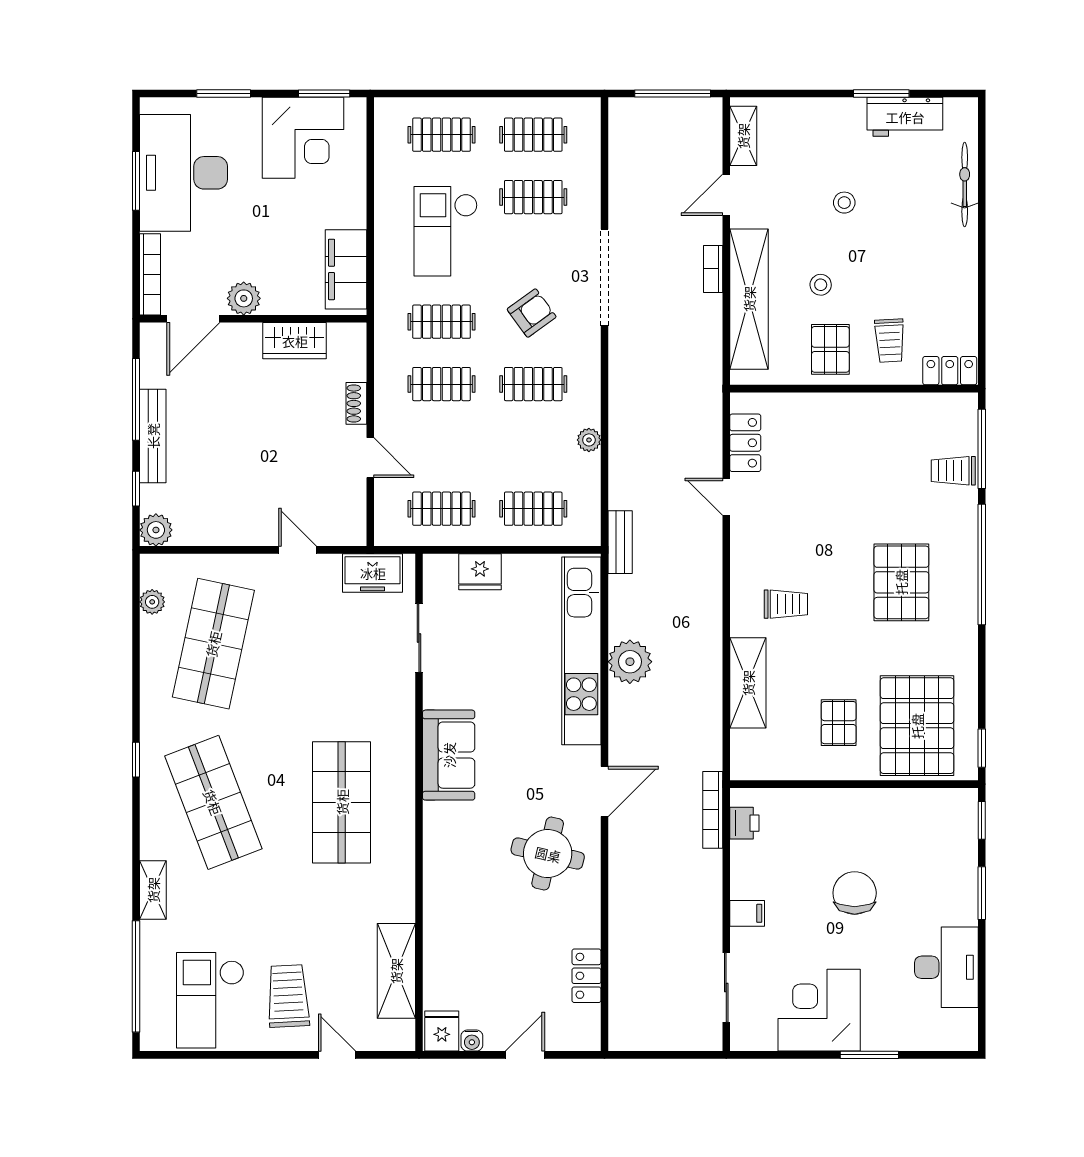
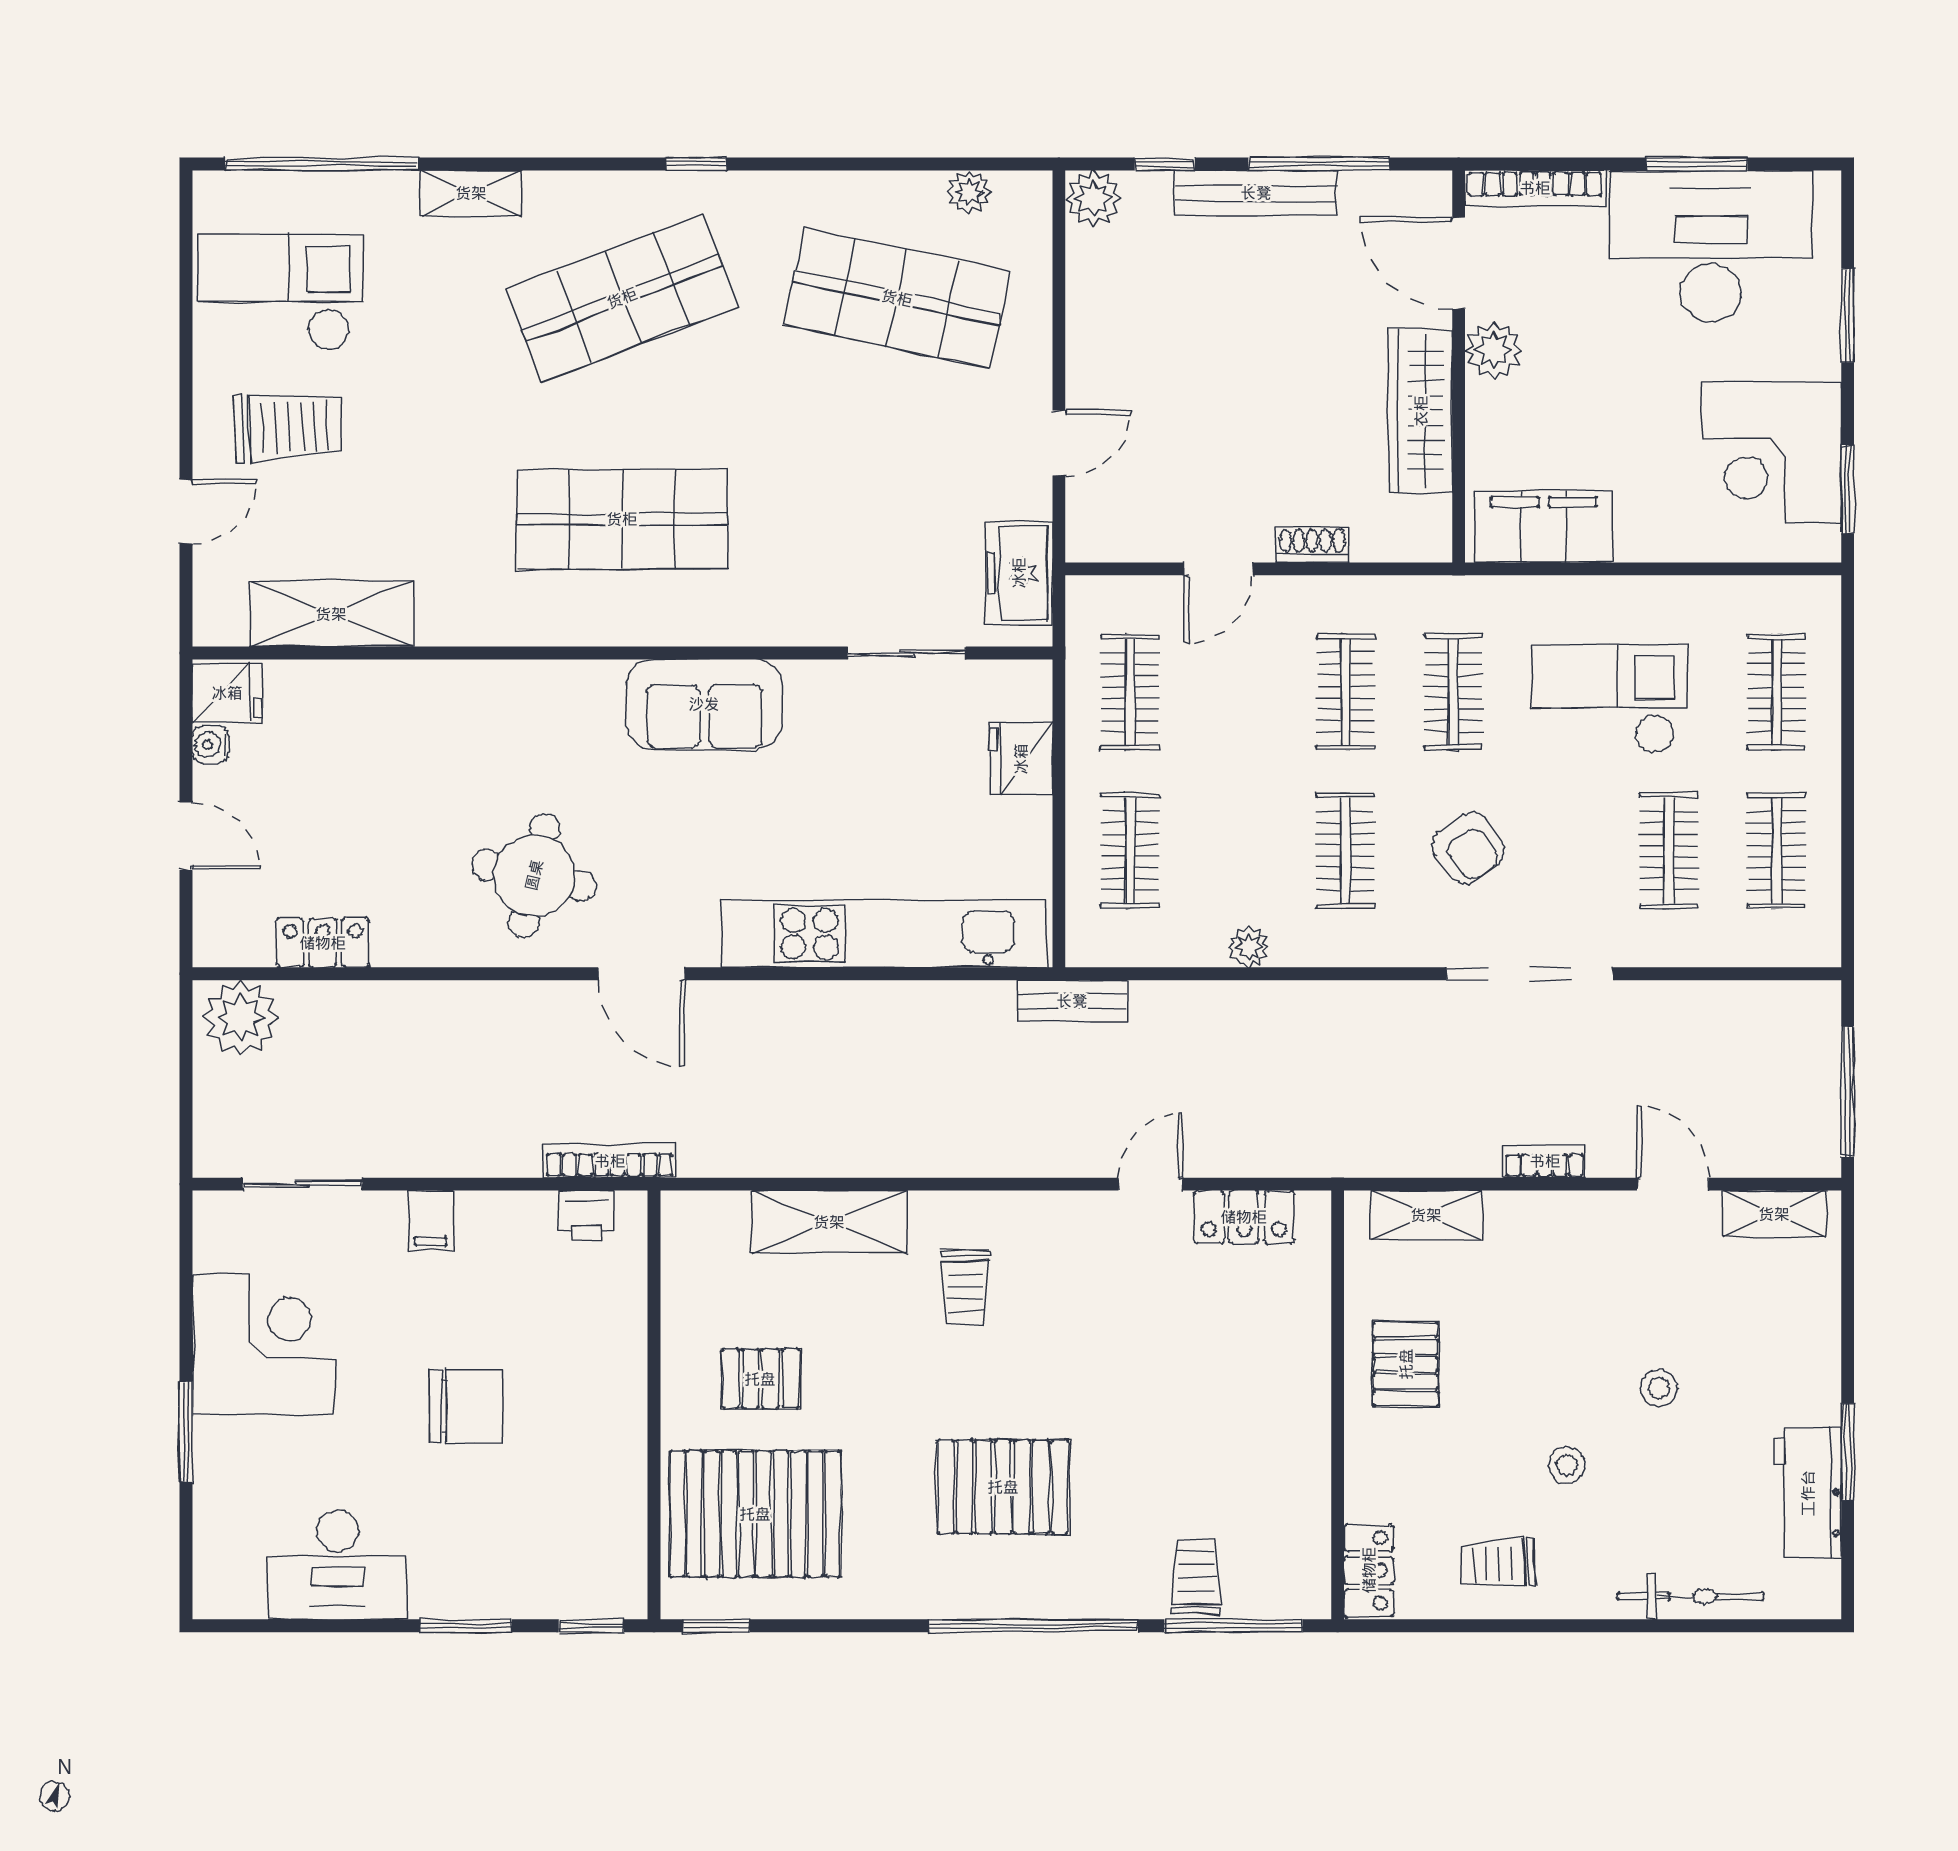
stool: (821, 285) -> (1567, 1465), moved
shelving: (749, 299) -> (1426, 1215), width x0.45, depth x0.75
wardrobe: (295, 341) -> (1421, 411), width x1.50
trolley: (890, 341) -> (1498, 1563), moved
pallet: (830, 349) -> (1406, 1364), turned 90
plant: (630, 662) -> (241, 1018), moved

